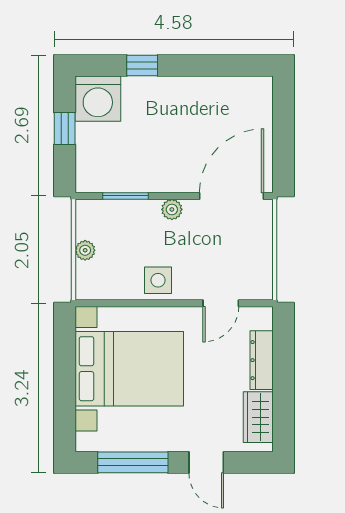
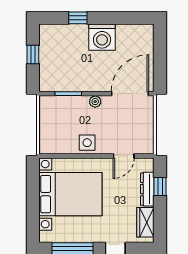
washing machine: (98, 99) -> (102, 37), moved
plant: (85, 250) -> (45, 125), removed
window: (283, 355) -> (160, 186), added

